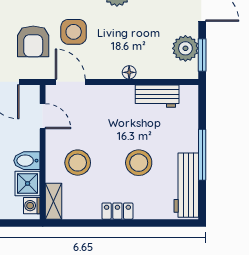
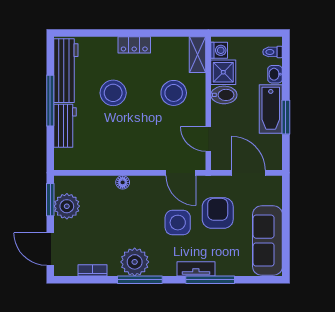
workbench: (157, 96) -> (65, 126), moved, turned 90

